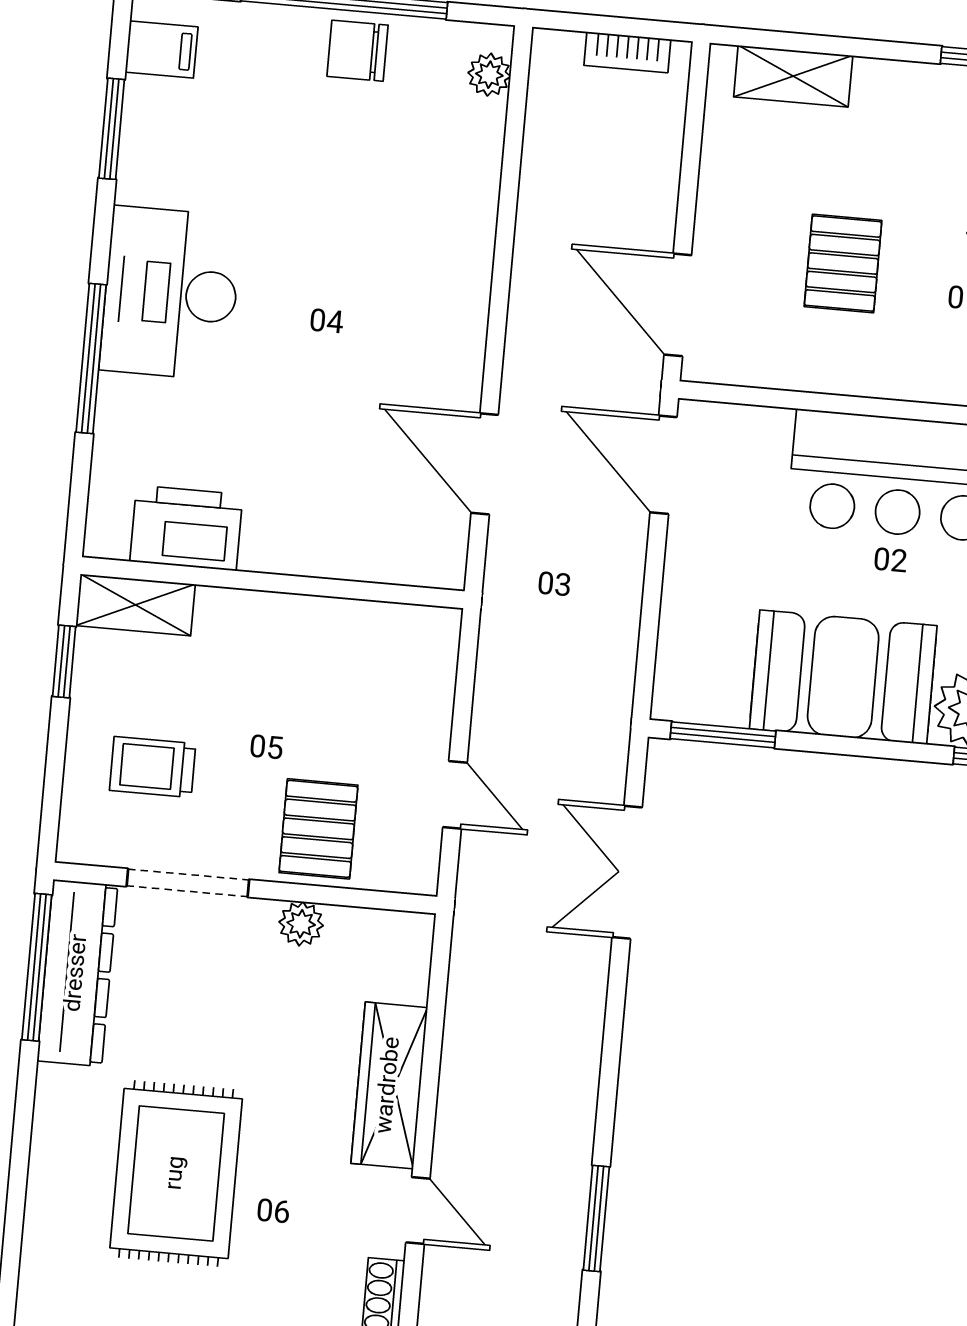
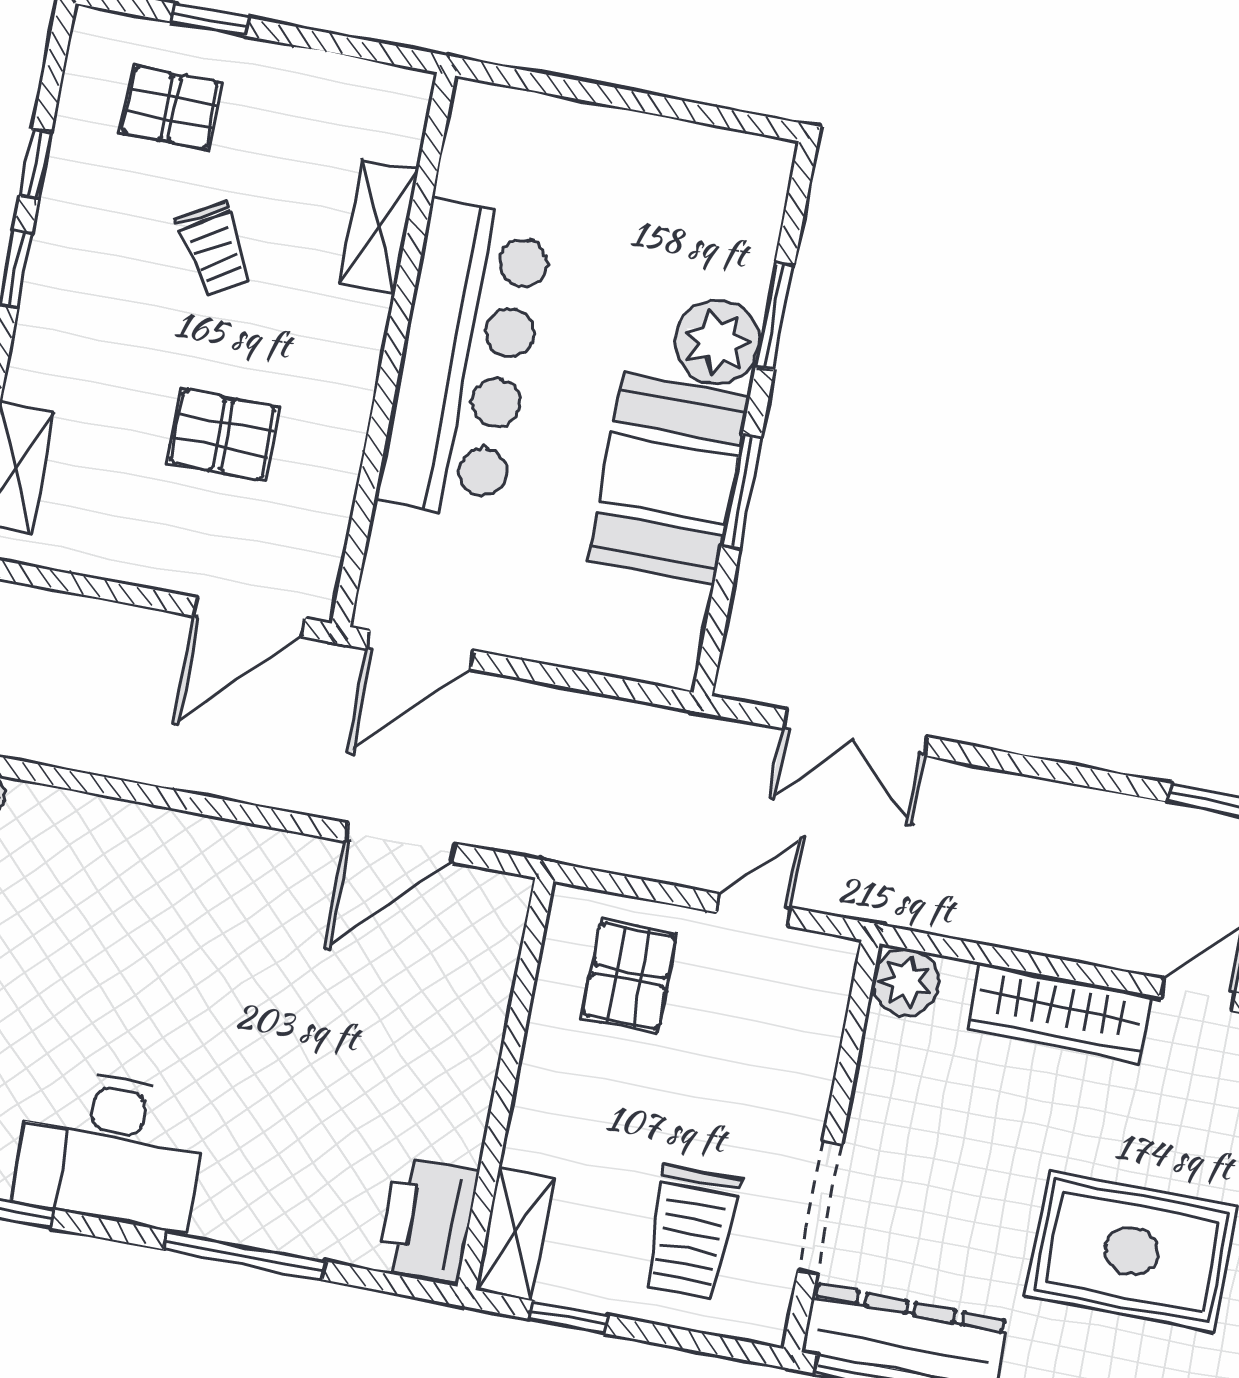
desk: (171, 293) -> (112, 1149), moved
printer: (186, 528) -> (428, 1219), moved
window: (723, 735) -> (741, 492), moved
trolley: (153, 767) -> (691, 1233), width x1.36, depth x1.39
pallet: (318, 829) -> (629, 976), moved, turned 90
plant: (301, 924) -> (906, 982), moved, width x1.38, depth x1.38

